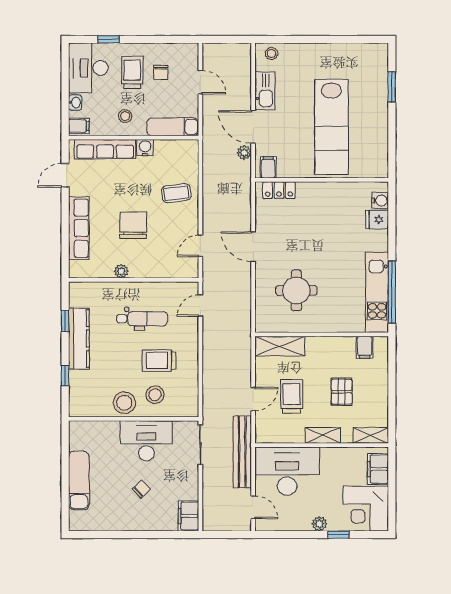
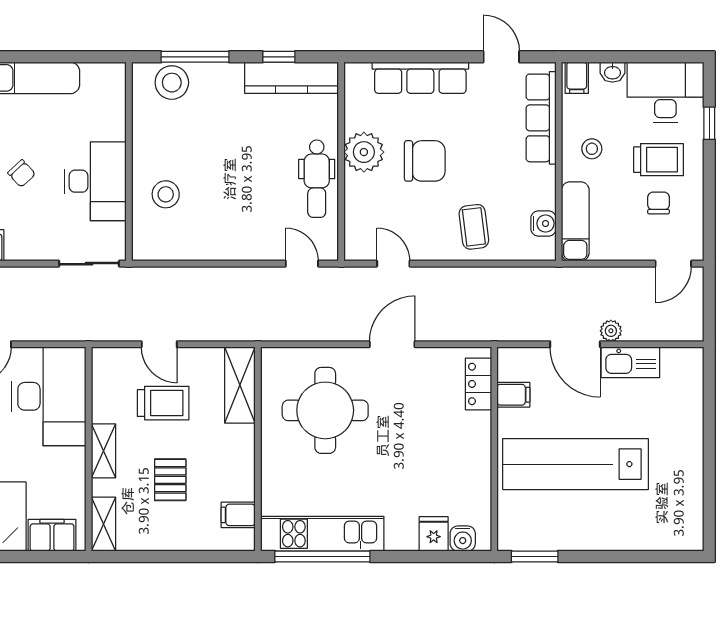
stool: (272, 53) -> (687, 373), removed
chair: (161, 72) -> (659, 203), turned 90
door: (200, 82) -> (673, 264), moved
window: (392, 87) -> (535, 556), moved
door: (253, 127) -> (575, 344), swing flipped
water cooler: (145, 148) -> (543, 223), moved
plant: (244, 153) -> (611, 331), moved
filing cabinet: (268, 167) -> (513, 395), moved
plant: (121, 271) -> (364, 152), width x1.87, depth x1.87
round table: (296, 290) -> (325, 410), width x1.36, depth x1.36
dental chair: (142, 319) -> (317, 179), moved
kitchen counter: (79, 339) -> (292, 78), moved
trolley: (159, 361) -> (218, 201), removed
window: (65, 375) -> (195, 57), width x2.17
pallet: (342, 392) -> (170, 480), turned 90
stool: (124, 403) -> (172, 83), moved
bench: (242, 452) -> (78, 328), removed

